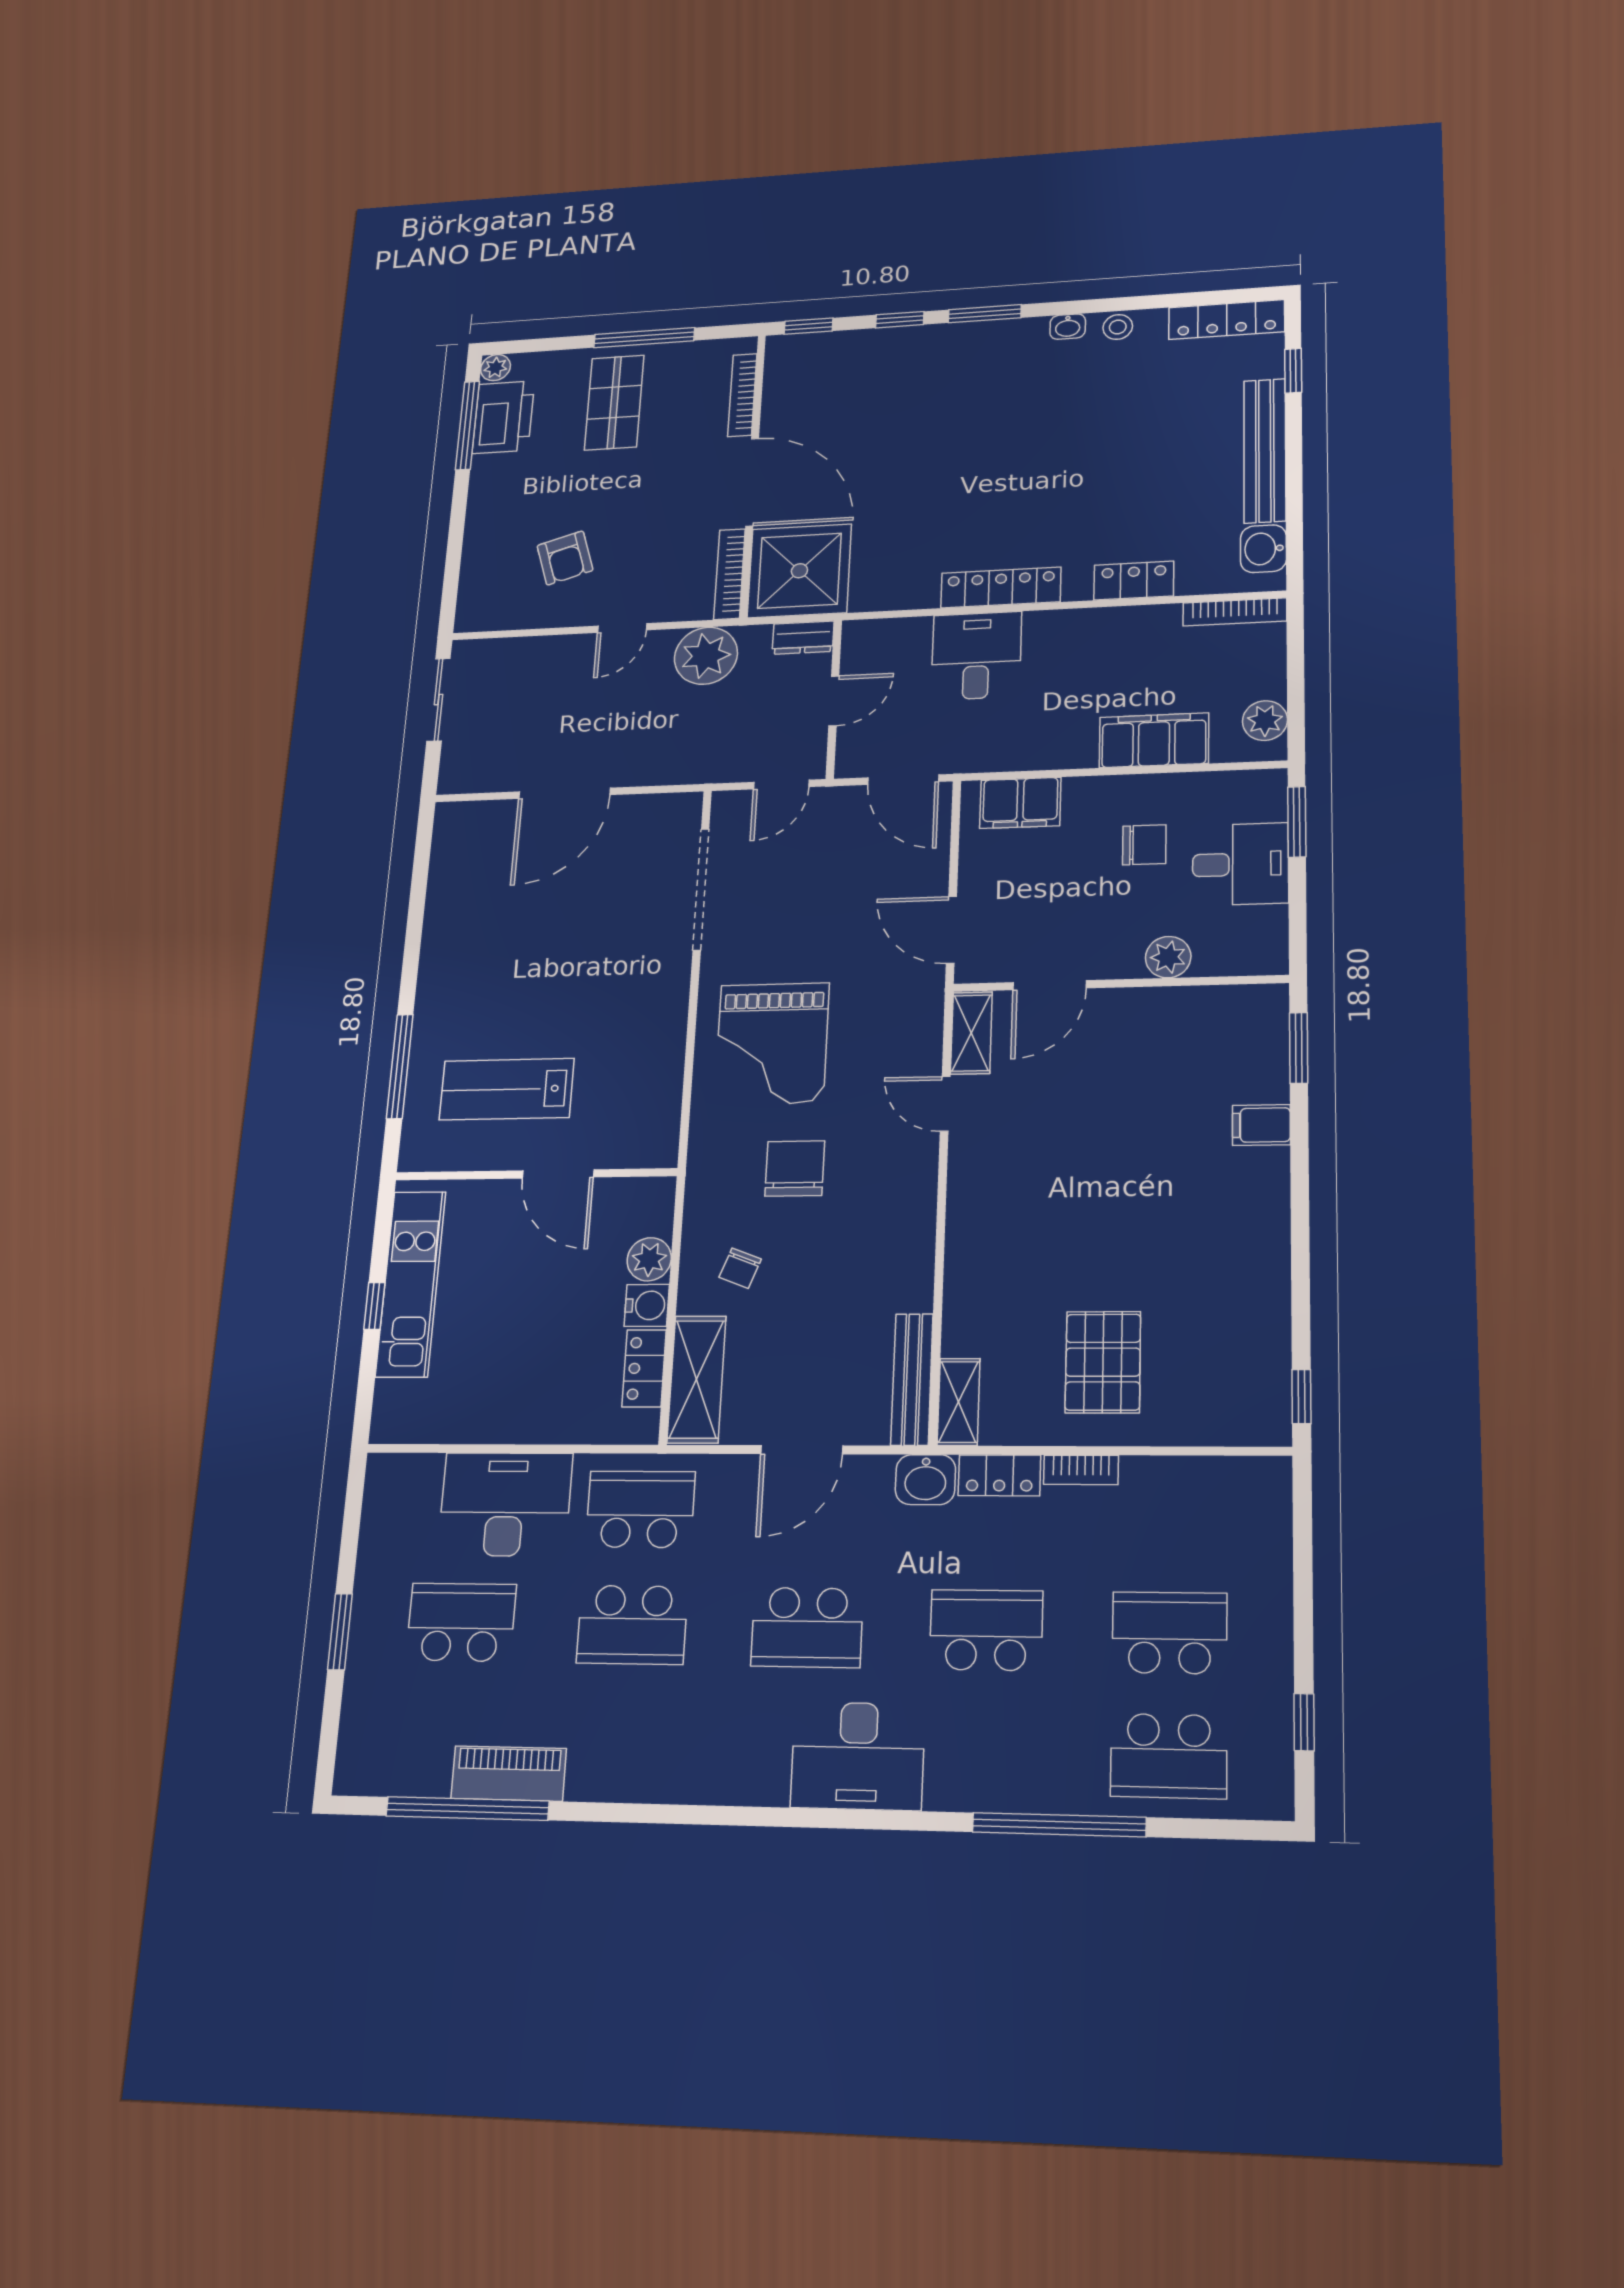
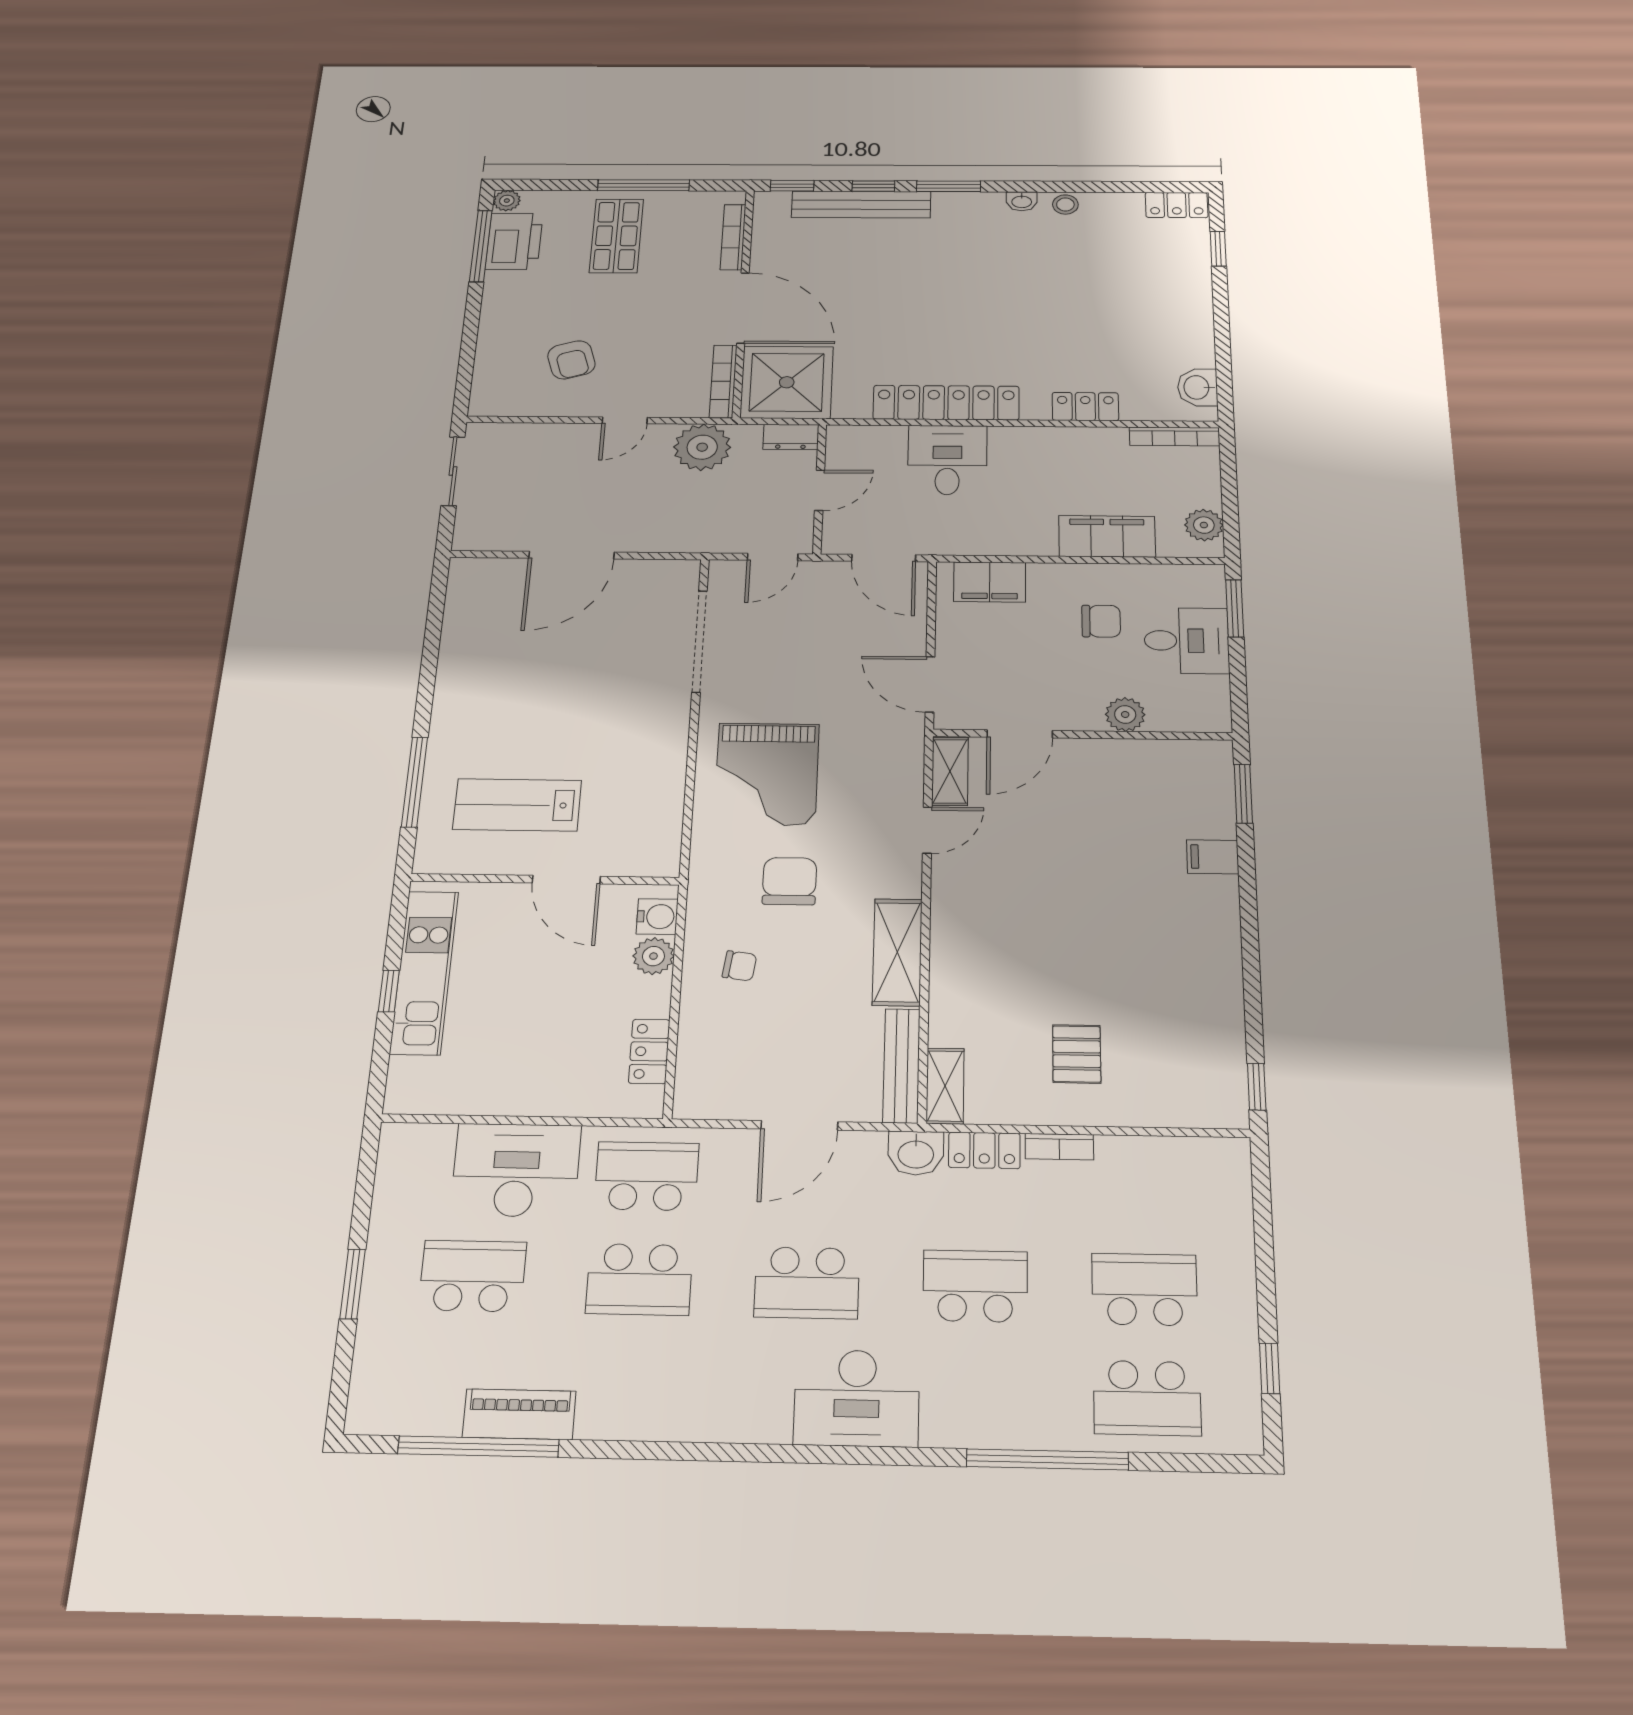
locker: (1227, 320) -> (1177, 205), width x0.66
bench: (1265, 450) -> (861, 205), moved, turned 90
locker: (1001, 587) -> (946, 403), width x1.41, depth x1.21
door: (945, 1104) -> (927, 830), swing flipped
chair: (740, 1268) -> (739, 966), turned -103
water cooler: (647, 1305) -> (657, 917), moved
pallet: (1103, 1362) -> (1077, 1054), width x0.67, depth x0.71
shelving: (697, 1379) -> (897, 952), moved

